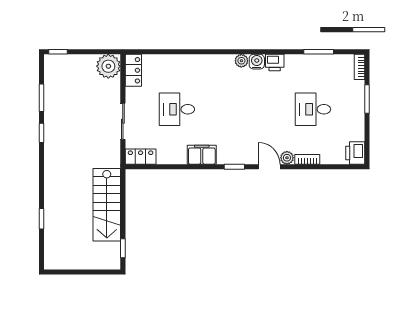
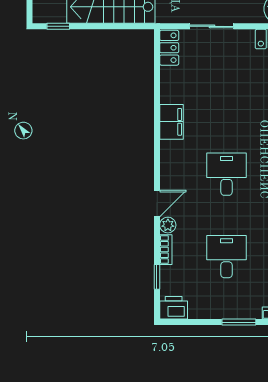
desk: (177, 109) -> (227, 174), moved
window: (234, 167) -> (157, 277), moved

